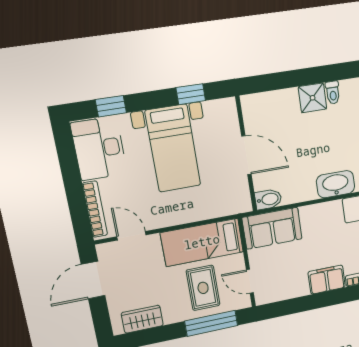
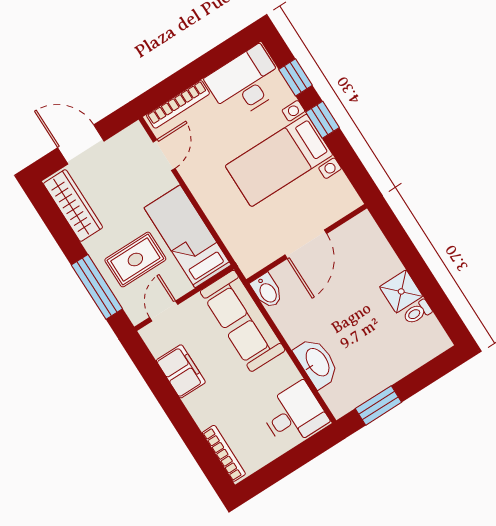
window: (191, 94) -> (323, 120), moved
sofa: (272, 228) -> (243, 321), width x1.36
door: (93, 280) -> (81, 144), moved
filing cabinet: (327, 280) -> (181, 371), moved
wardrobe: (142, 319) -> (73, 206), width x1.50

